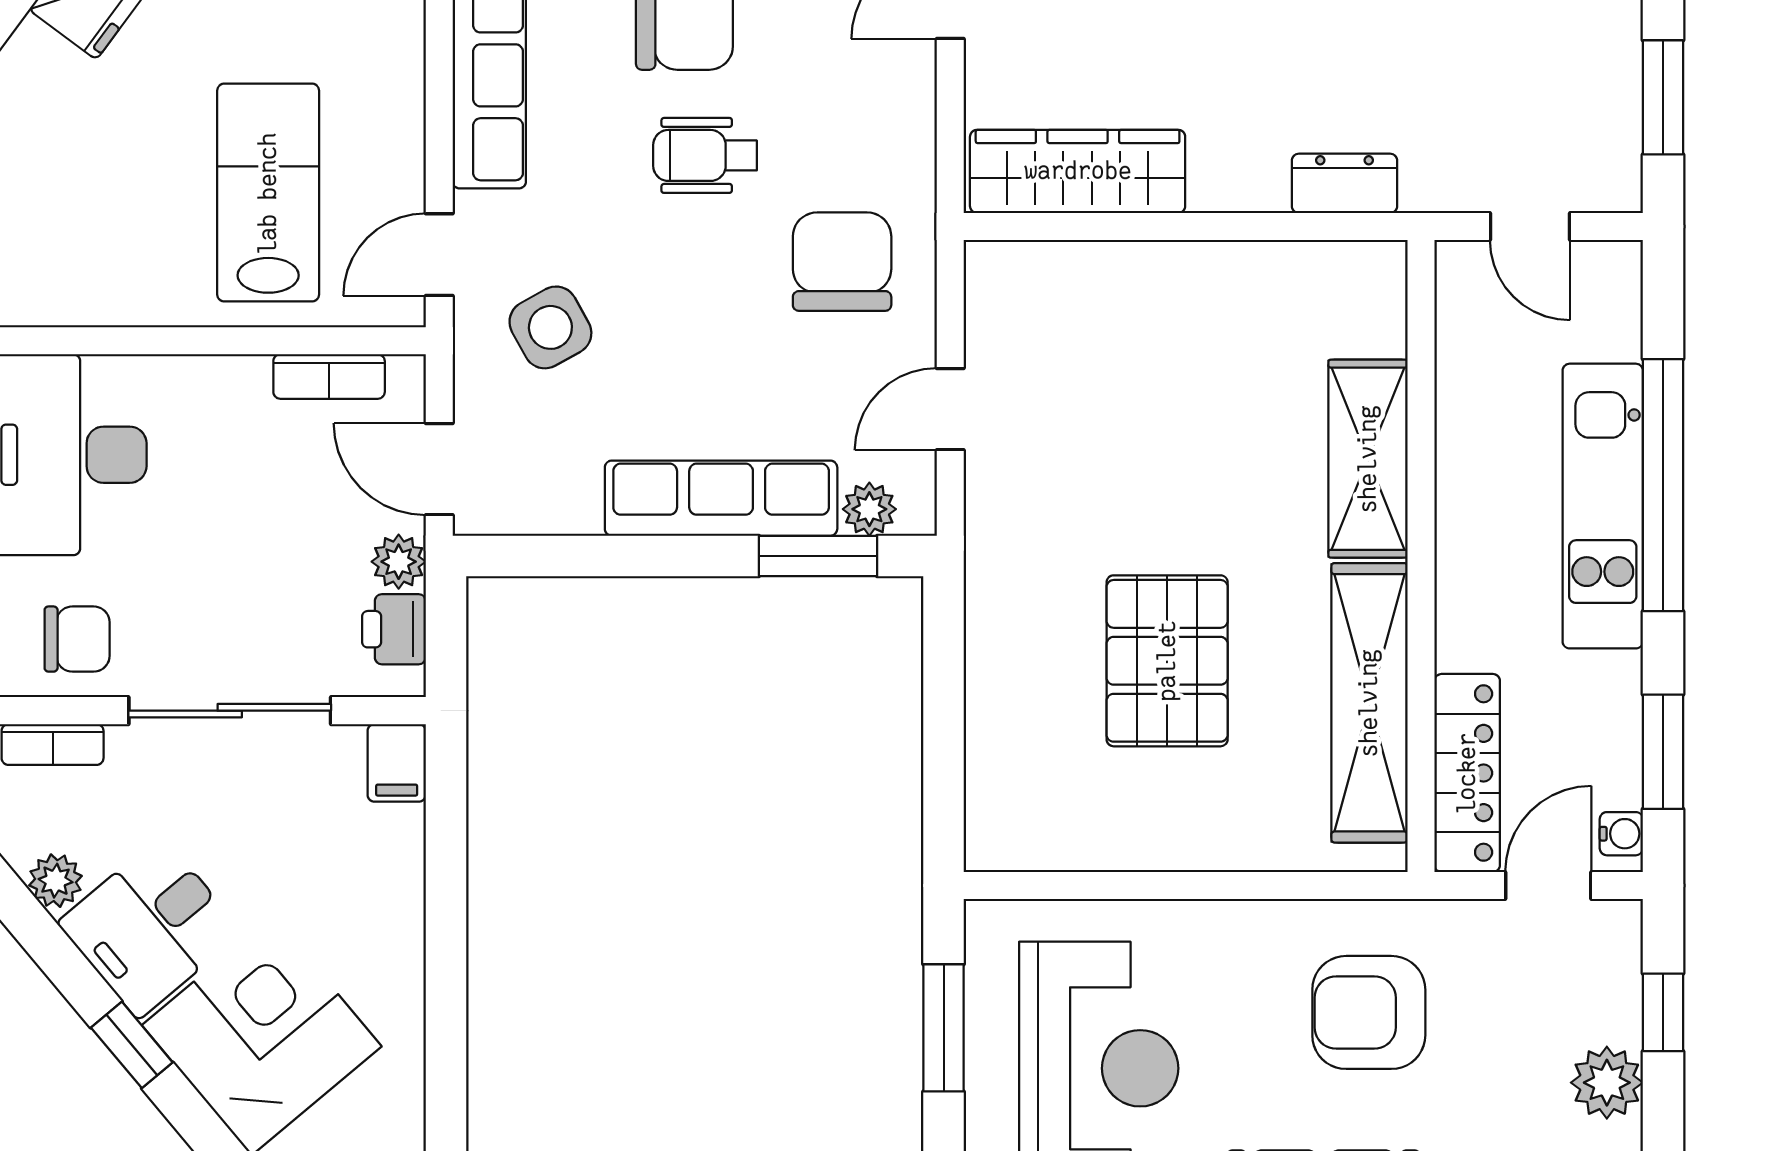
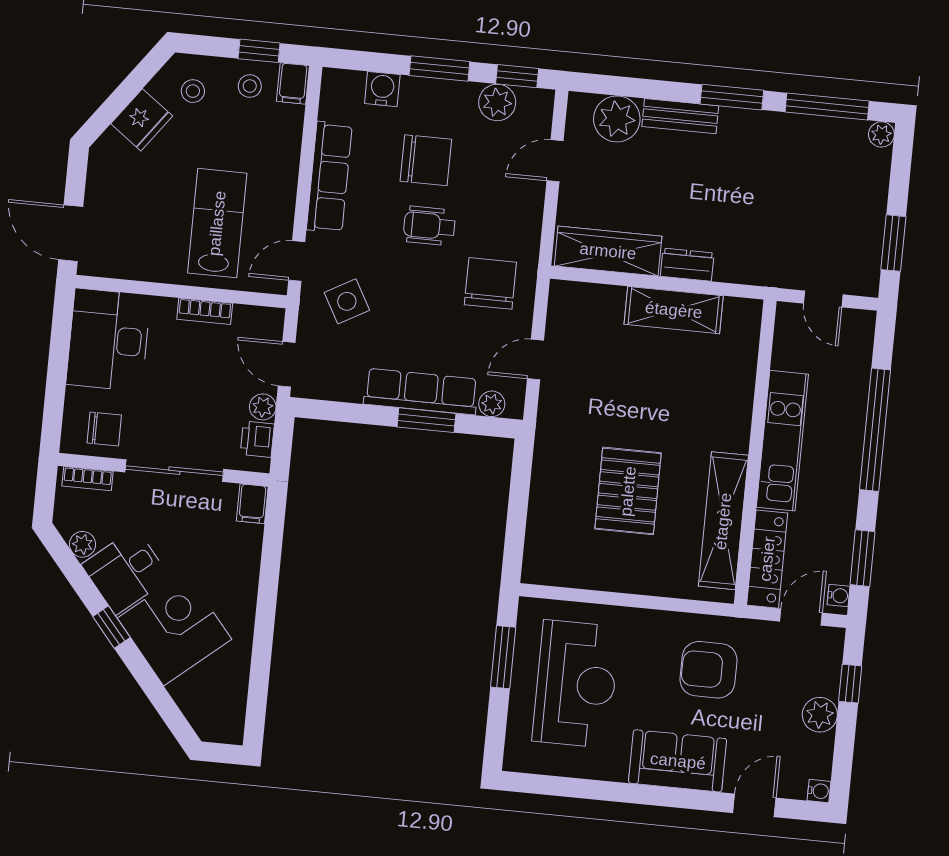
dresser: (1345, 183) -> (687, 265), moved
bookcase: (329, 377) -> (205, 311), moved
shelving: (1368, 459) -> (674, 310), moved, turned 90
kitchen unit: (1603, 506) -> (782, 441), moved, turned 180
window: (818, 556) -> (426, 420), moved

